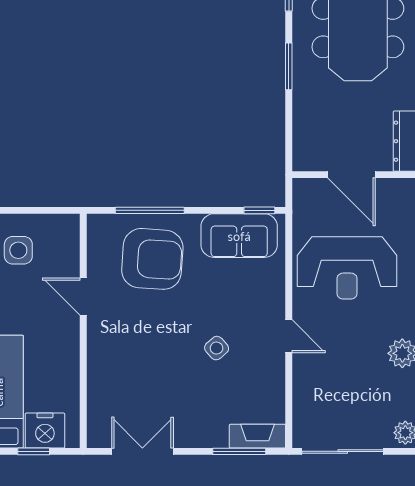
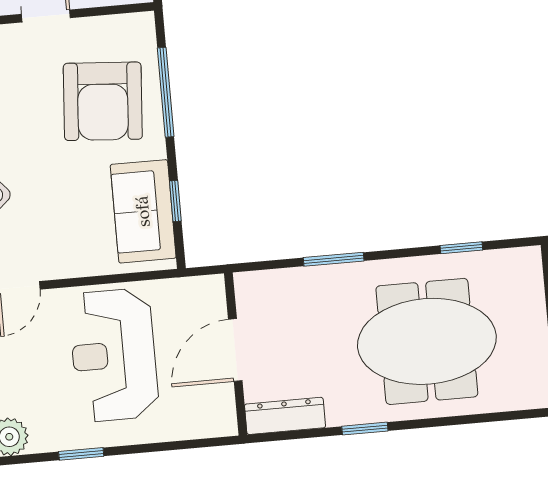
window: (289, 66) -> (334, 259), moved
window: (259, 210) -> (175, 201), moved

